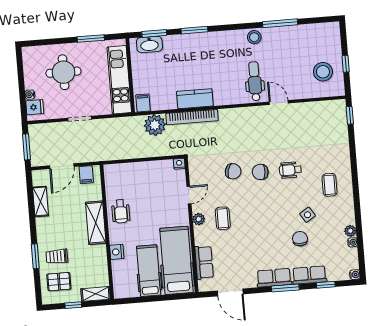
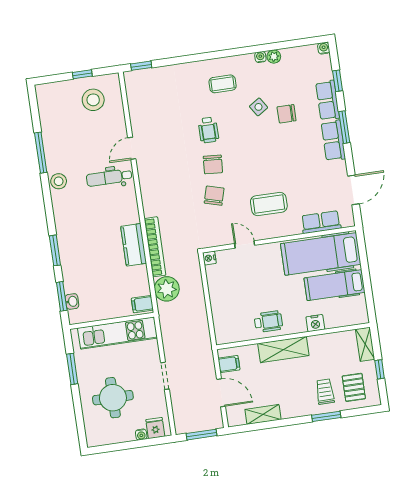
washbasin: (149, 44) -> (72, 301), width x0.52, depth x0.69
coffee table: (223, 218) -> (269, 204), width x1.36, depth x1.30
plant: (199, 219) -> (272, 231), removed
water cooler: (353, 242) -> (260, 57), moved
trolley: (57, 256) -> (325, 392), turned 180

